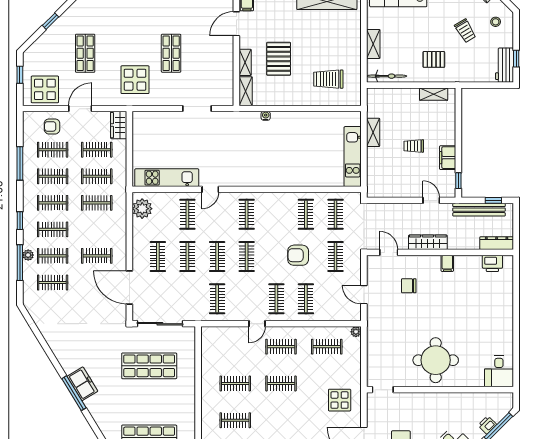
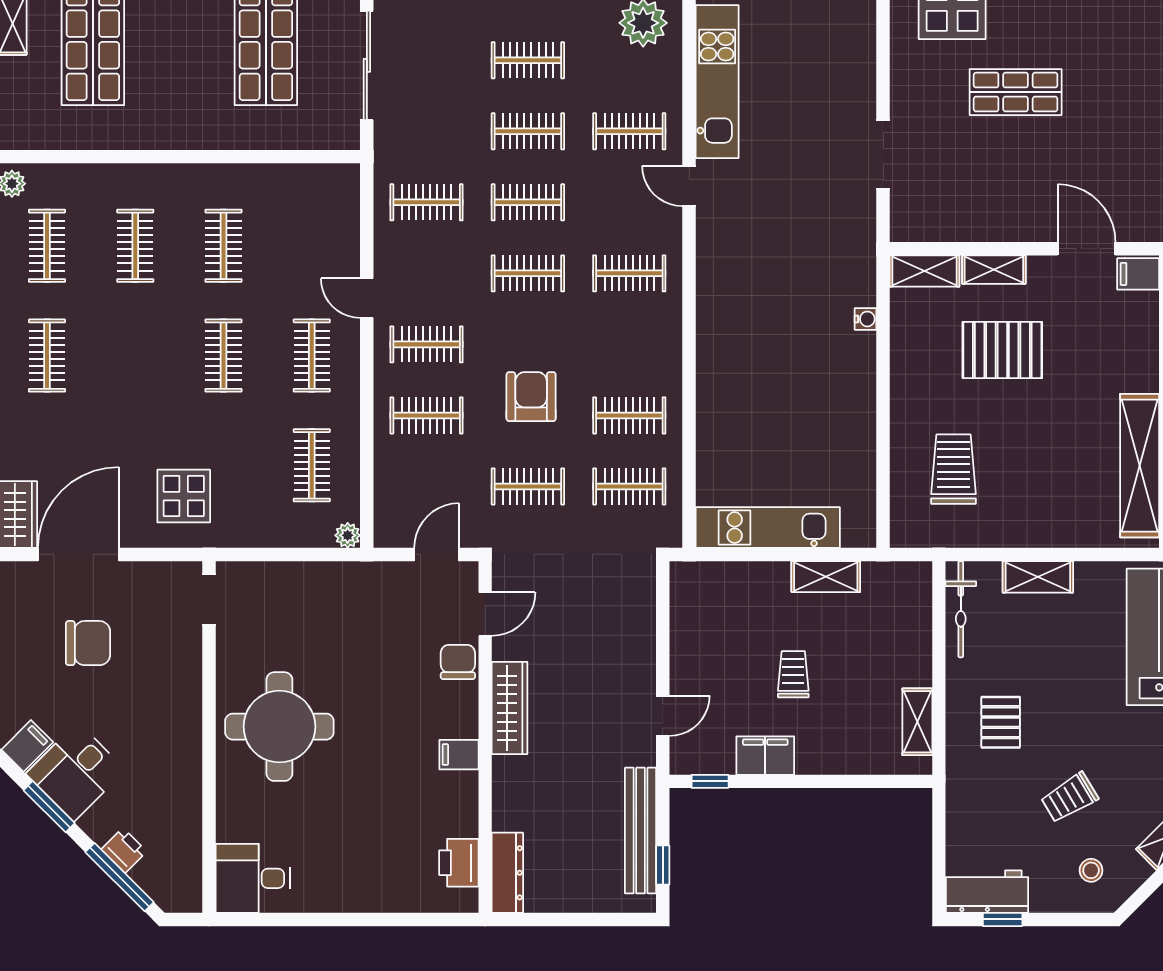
wardrobe: (428, 242) -> (510, 708), moved
dresser: (497, 243) -> (507, 873), moved
door: (389, 252) -> (485, 614), moved
wall: (440, 252) -> (485, 737), moved
filing cabinet: (447, 263) -> (459, 755), moved
printer: (492, 263) -> (459, 863), moved

